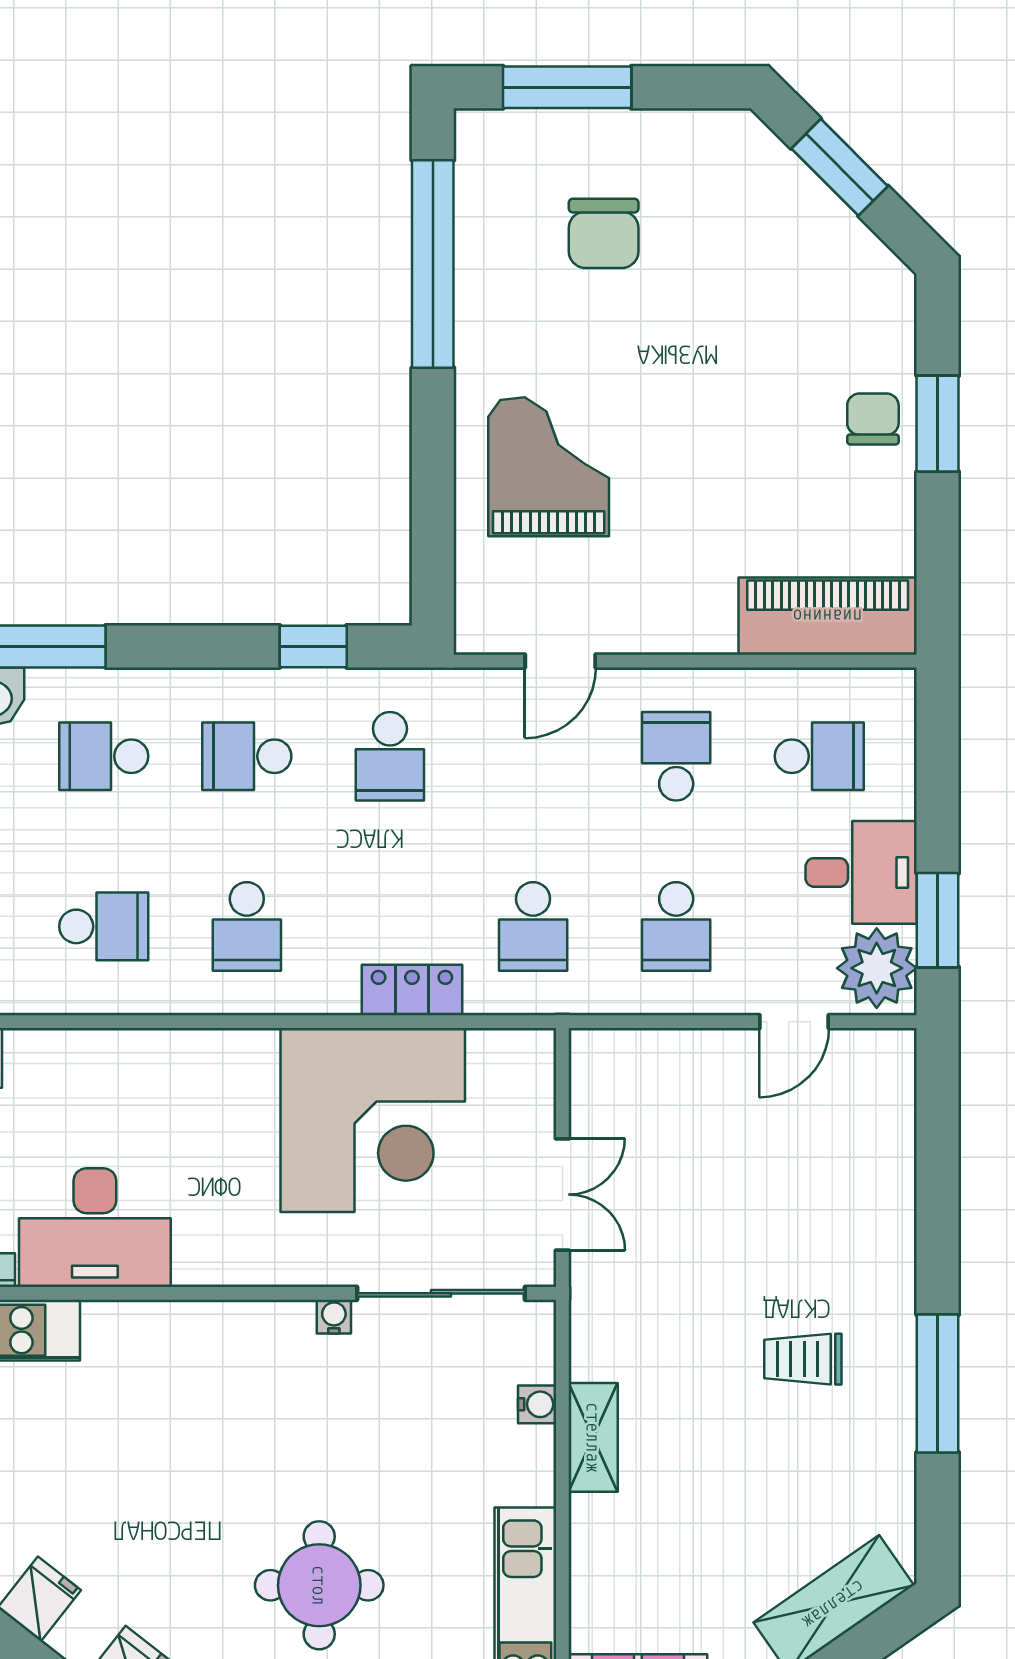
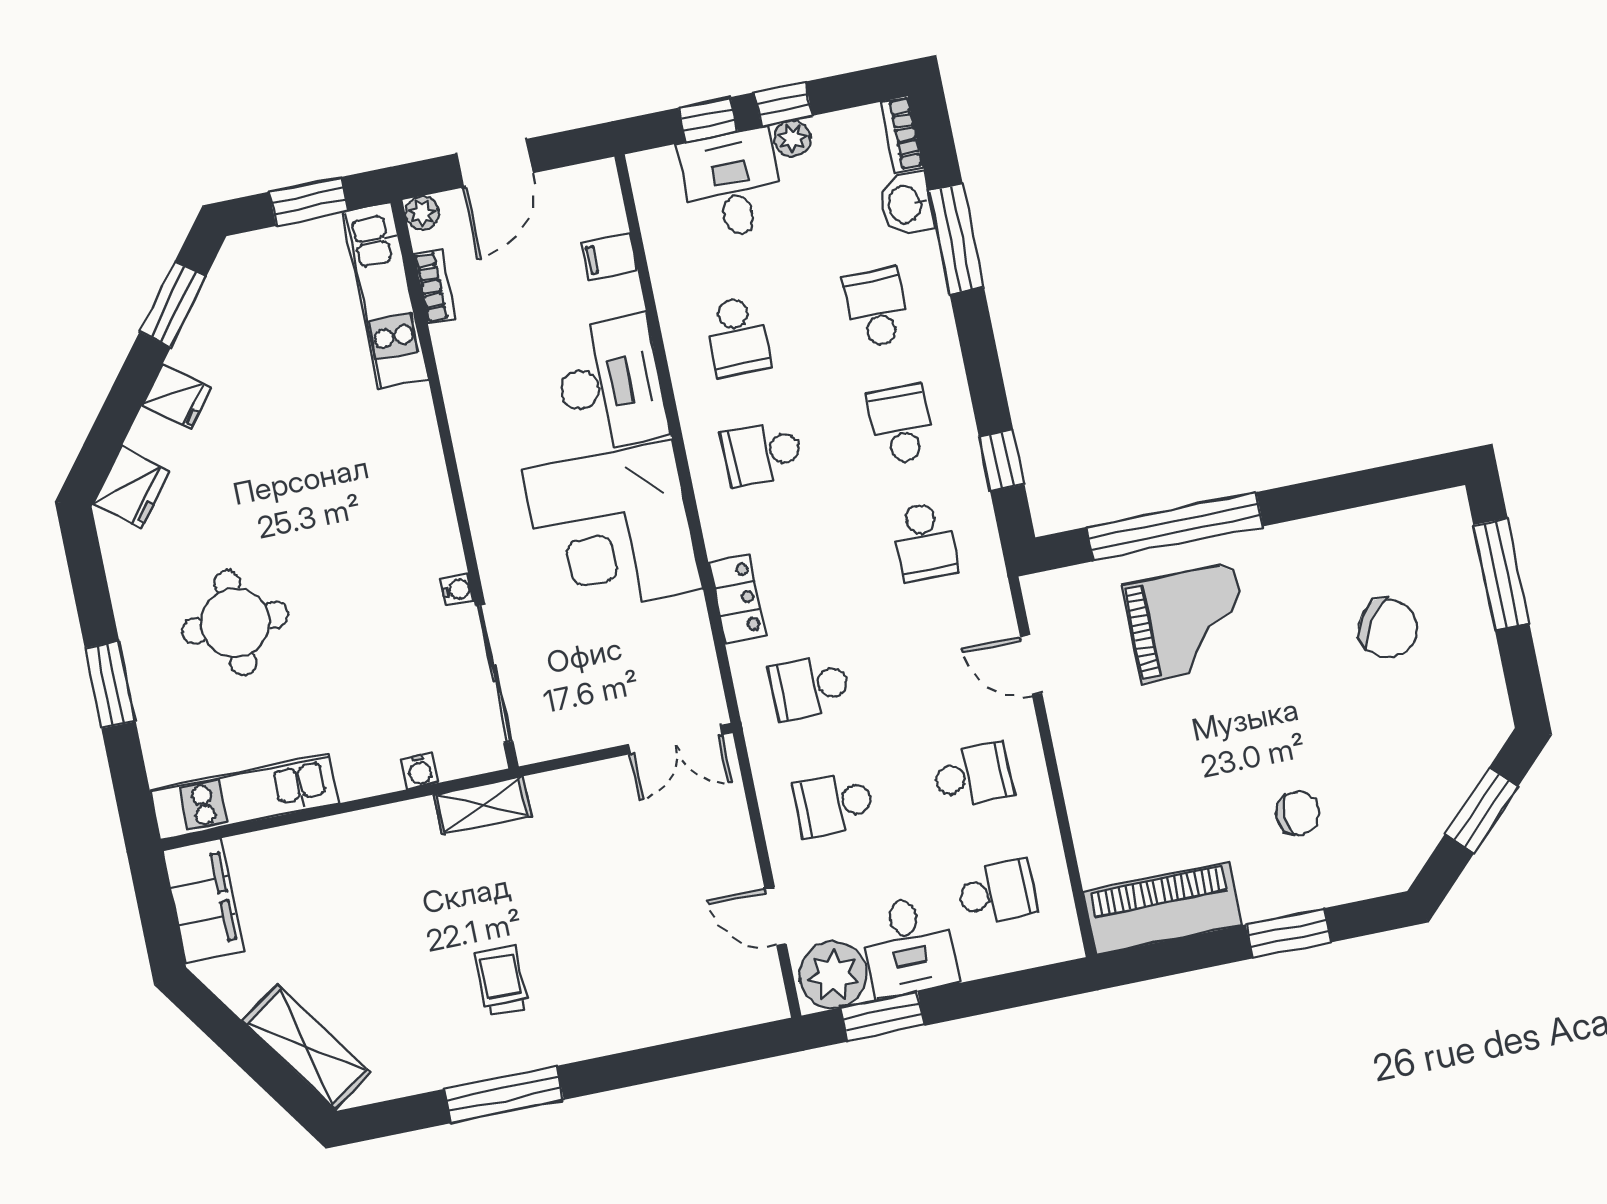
chair: (604, 233) -> (1388, 628), turned -144
window: (433, 264) -> (1175, 527), moved
chair: (873, 419) -> (1298, 813), moved
piano: (828, 616) -> (1162, 908), moved, turned -90
school desk: (390, 756) -> (925, 541), turned -90
school desk: (819, 756) -> (997, 892), turned -90
corner desk: (373, 1120) -> (612, 530), moved
double door: (562, 1194) -> (675, 740), moved
desk: (95, 1228) -> (610, 384), moved, turned 180
shelving: (593, 1437) -> (482, 806), moved

